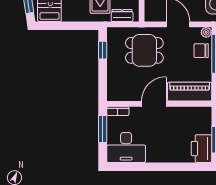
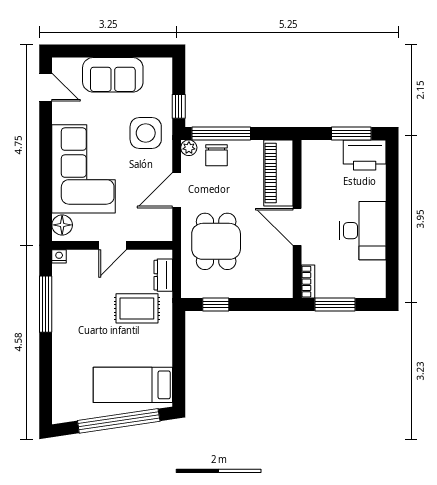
desk: (126, 147) -> (363, 231), moved

